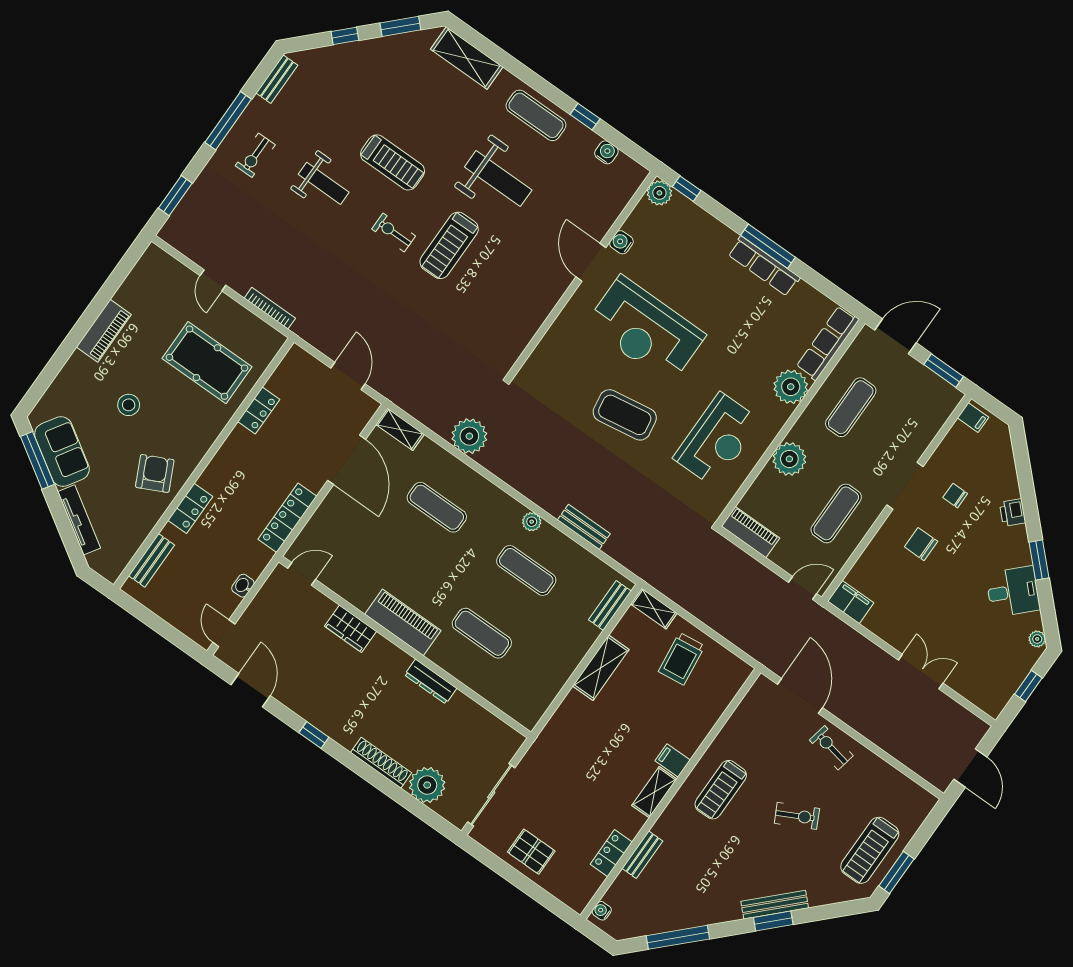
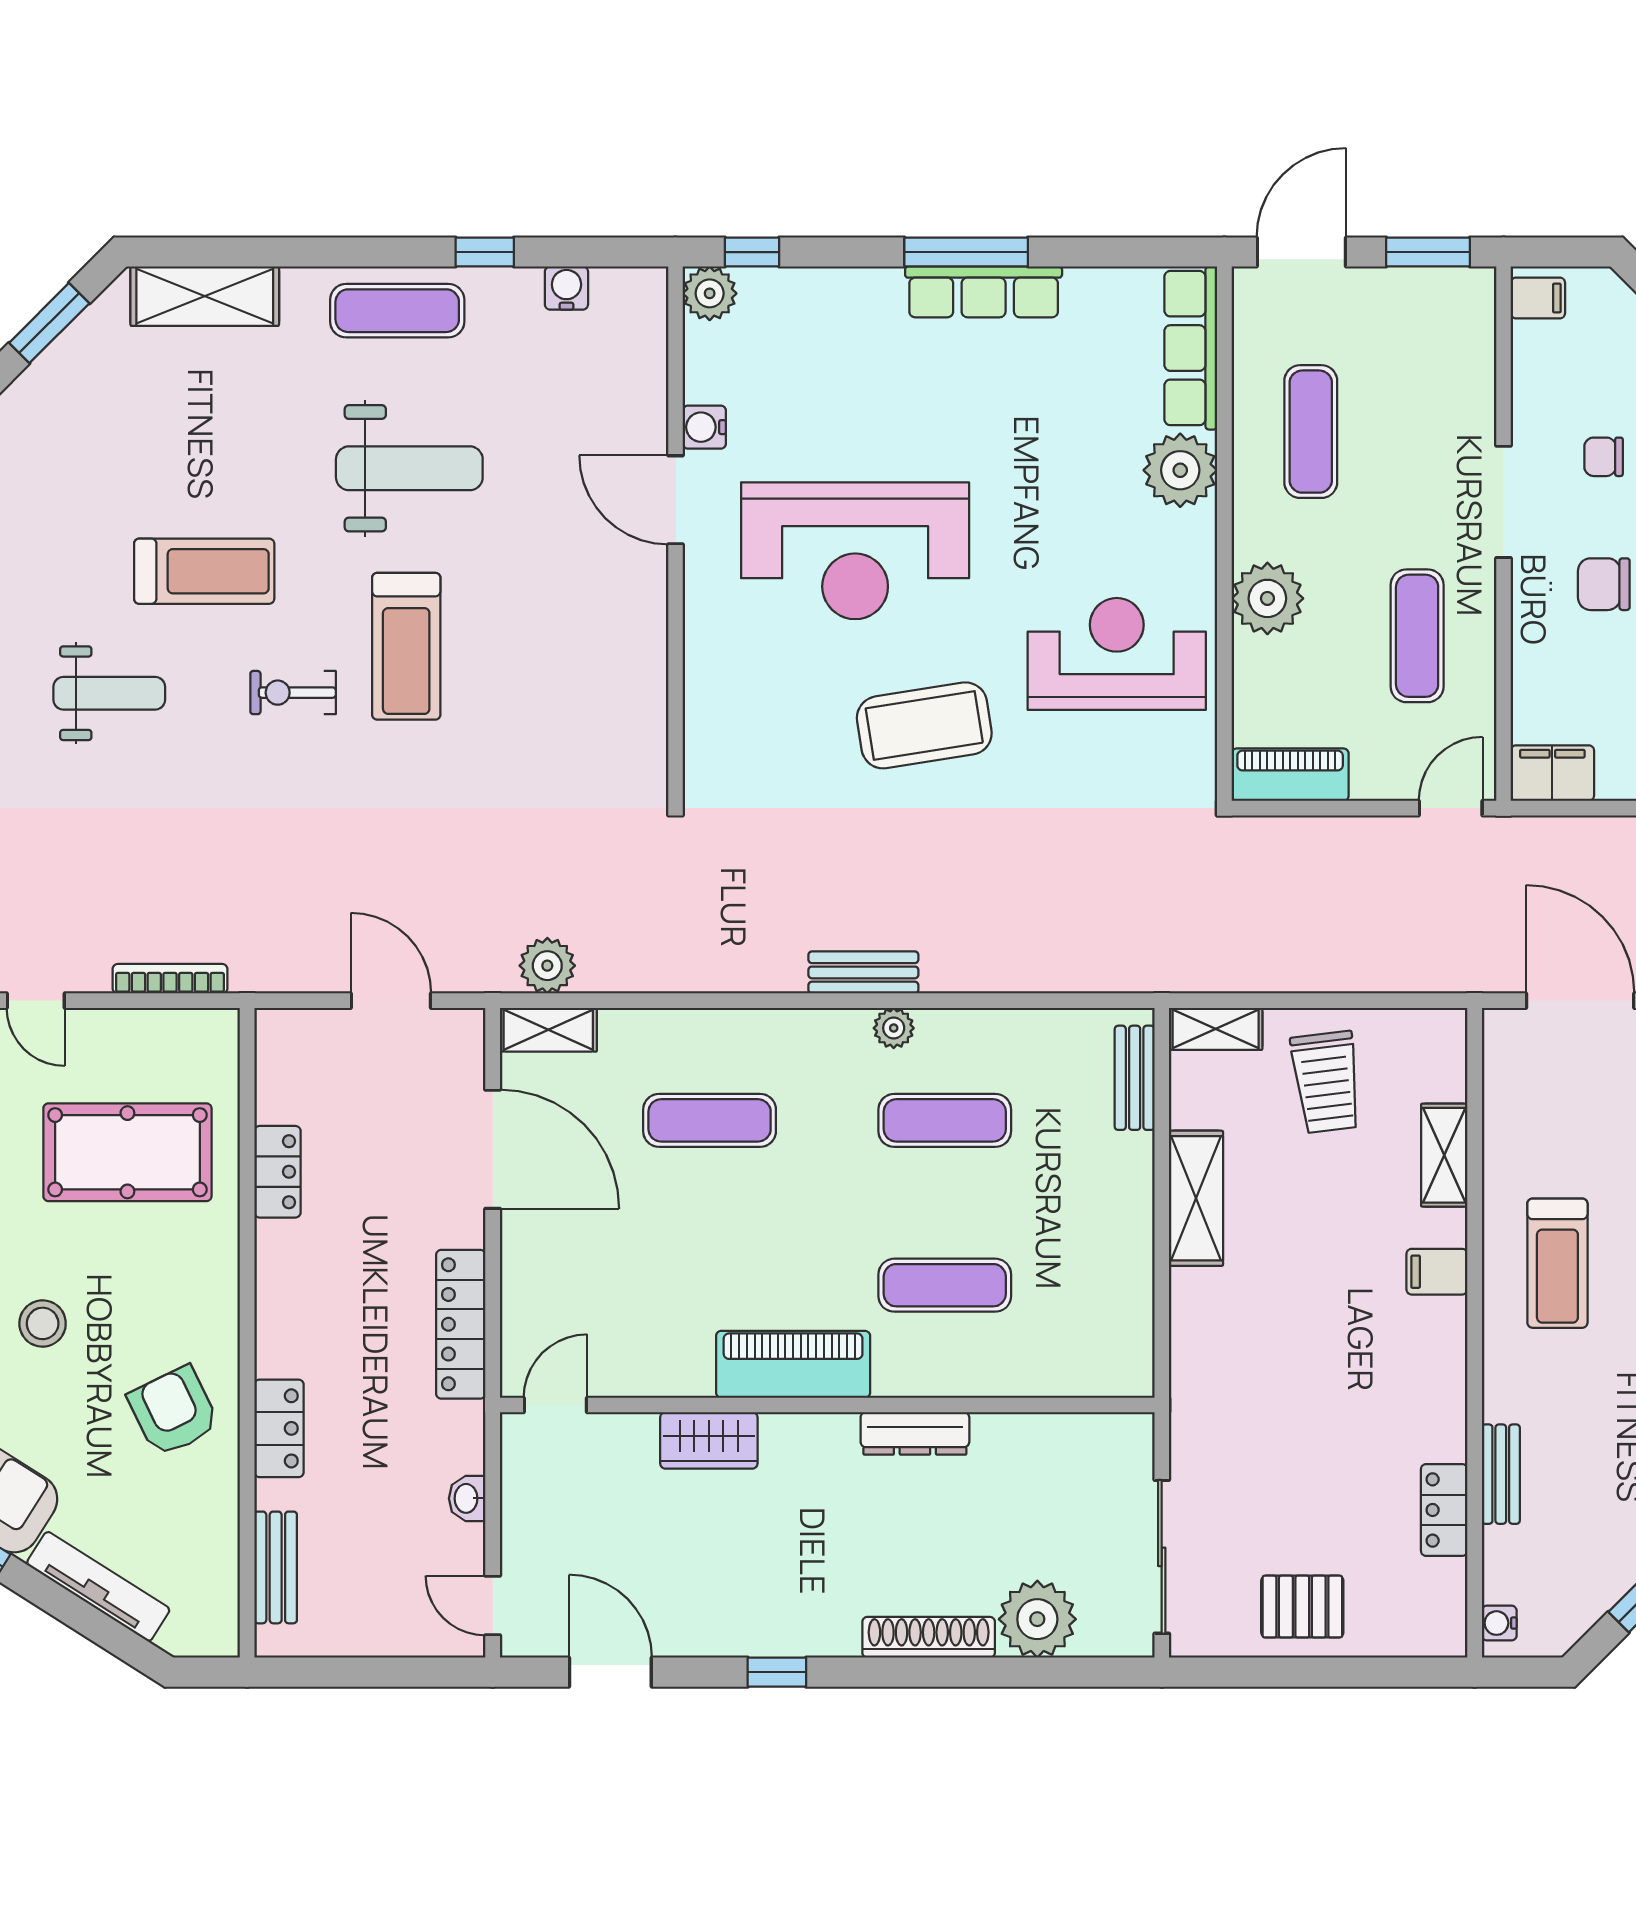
plant: (469, 436) -> (547, 966), moved, width x0.73, depth x0.73
reception desk: (717, 440) -> (1117, 654), turned -90
bench: (584, 527) -> (863, 972), moved
shelving: (654, 792) -> (1444, 1155), moved

